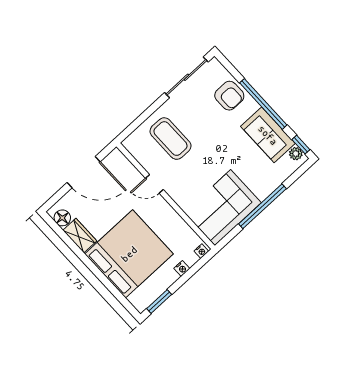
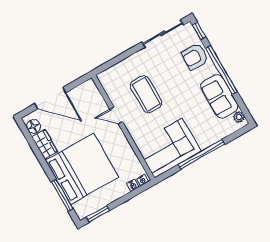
armchair: (229, 96) -> (195, 57), turned 90
coffee table: (170, 139) -> (146, 94), moved
window: (301, 145) -> (199, 31), moved
door: (84, 172) -> (50, 98), moved
nightstand: (182, 268) -> (133, 185), moved
window: (113, 290) -> (62, 195), added

